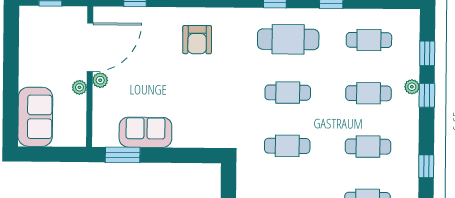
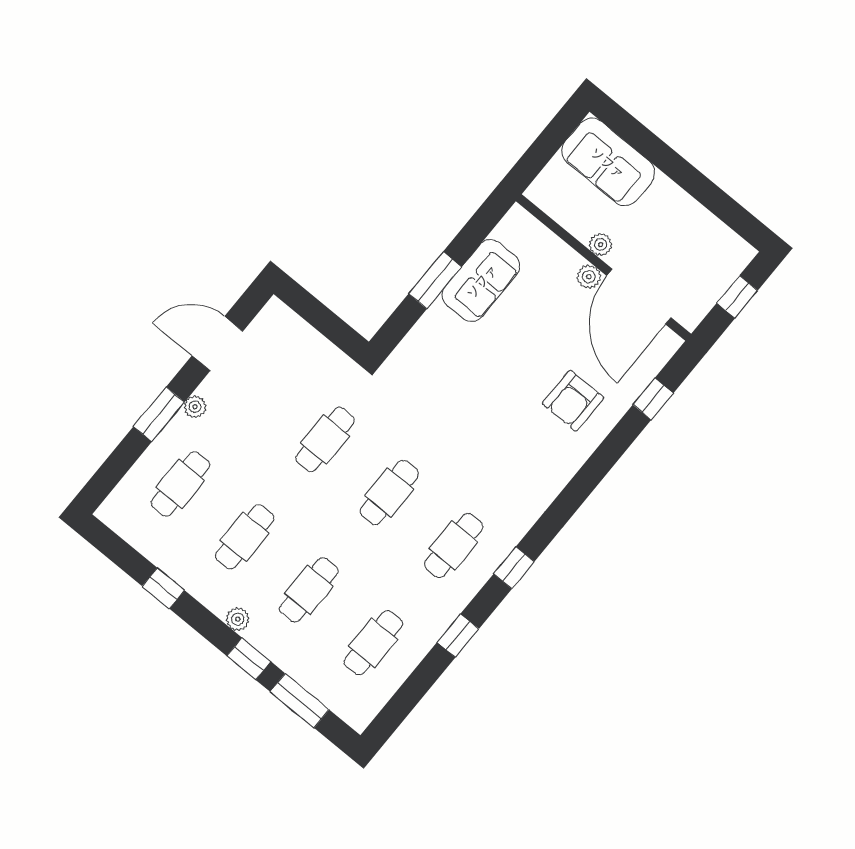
cafe table: (288, 39) -> (454, 545), width x0.73, depth x0.74
armchair: (197, 40) -> (573, 401), moved, turned -90
window: (427, 53) -> (300, 701), width x1.50
plant: (412, 87) -> (238, 619), moved
window: (123, 155) -> (435, 280), moved

